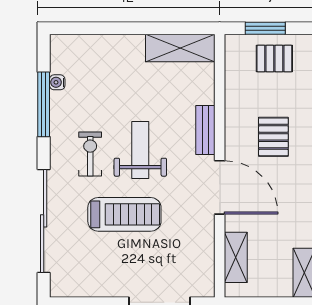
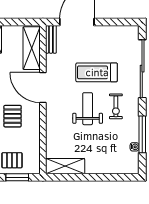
bench: (205, 130) -> (51, 39), moved
weight bench: (140, 150) -> (88, 109), turned 180
shelving: (236, 257) -> (32, 48), width x1.50, depth x1.33

